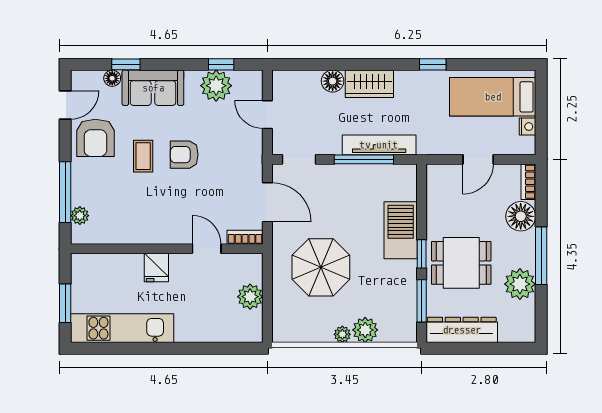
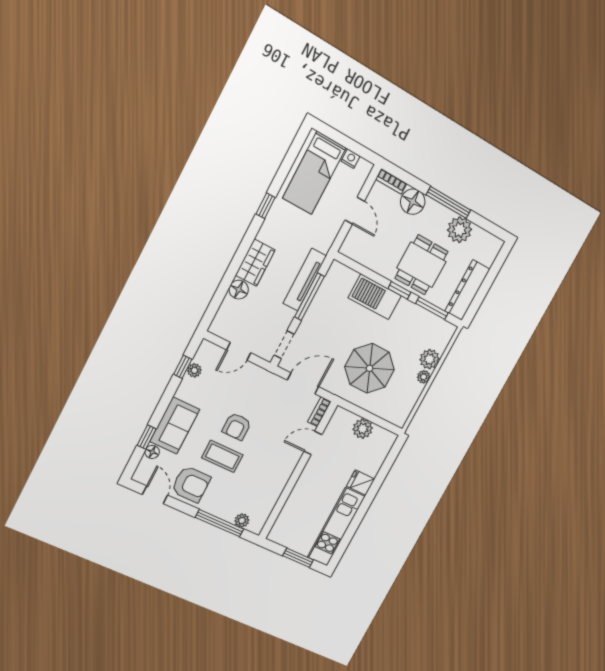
plant: (216, 86) -> (194, 370), width x0.53, depth x0.53
coffee table: (143, 156) -> (222, 456), width x1.36, depth x1.30
fridge: (156, 268) -> (361, 482), moved, turned 180

